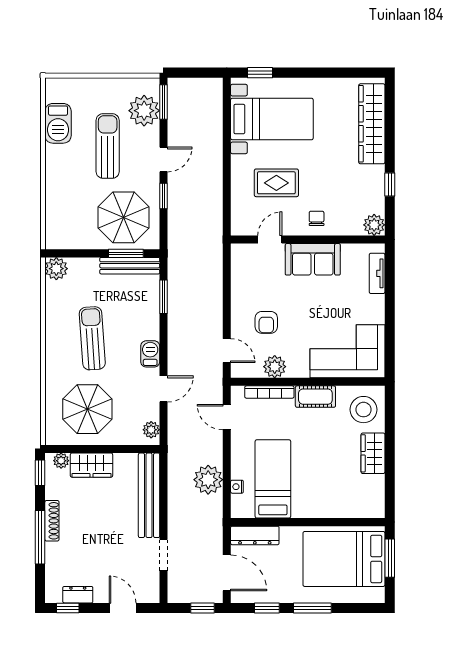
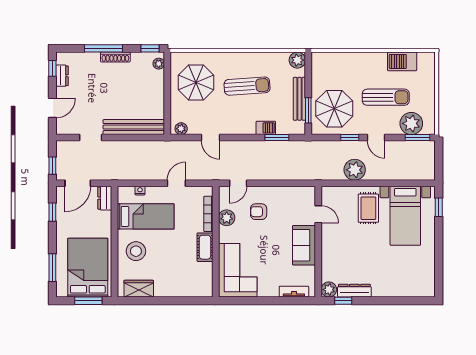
wardrobe: (372, 124) -> (402, 288), removed
rug: (276, 183) -> (368, 208), moved
window: (390, 184) -> (343, 301), moved
dresser: (376, 189) -> (354, 291), added
chair: (317, 218) -> (334, 248), removed
bench: (130, 266) -> (299, 99), moved
barbecue: (150, 354) -> (266, 128), moved
stool: (364, 410) -> (136, 251), moved
door: (227, 417) -> (176, 183), moved
wardrobe: (373, 453) -> (139, 289), moved
wardrobe: (91, 465) -> (156, 86), removed
plant: (208, 480) -> (355, 170), moved
dresser: (255, 535) -> (105, 198), width x0.70
window: (312, 608) -> (52, 268), moved

